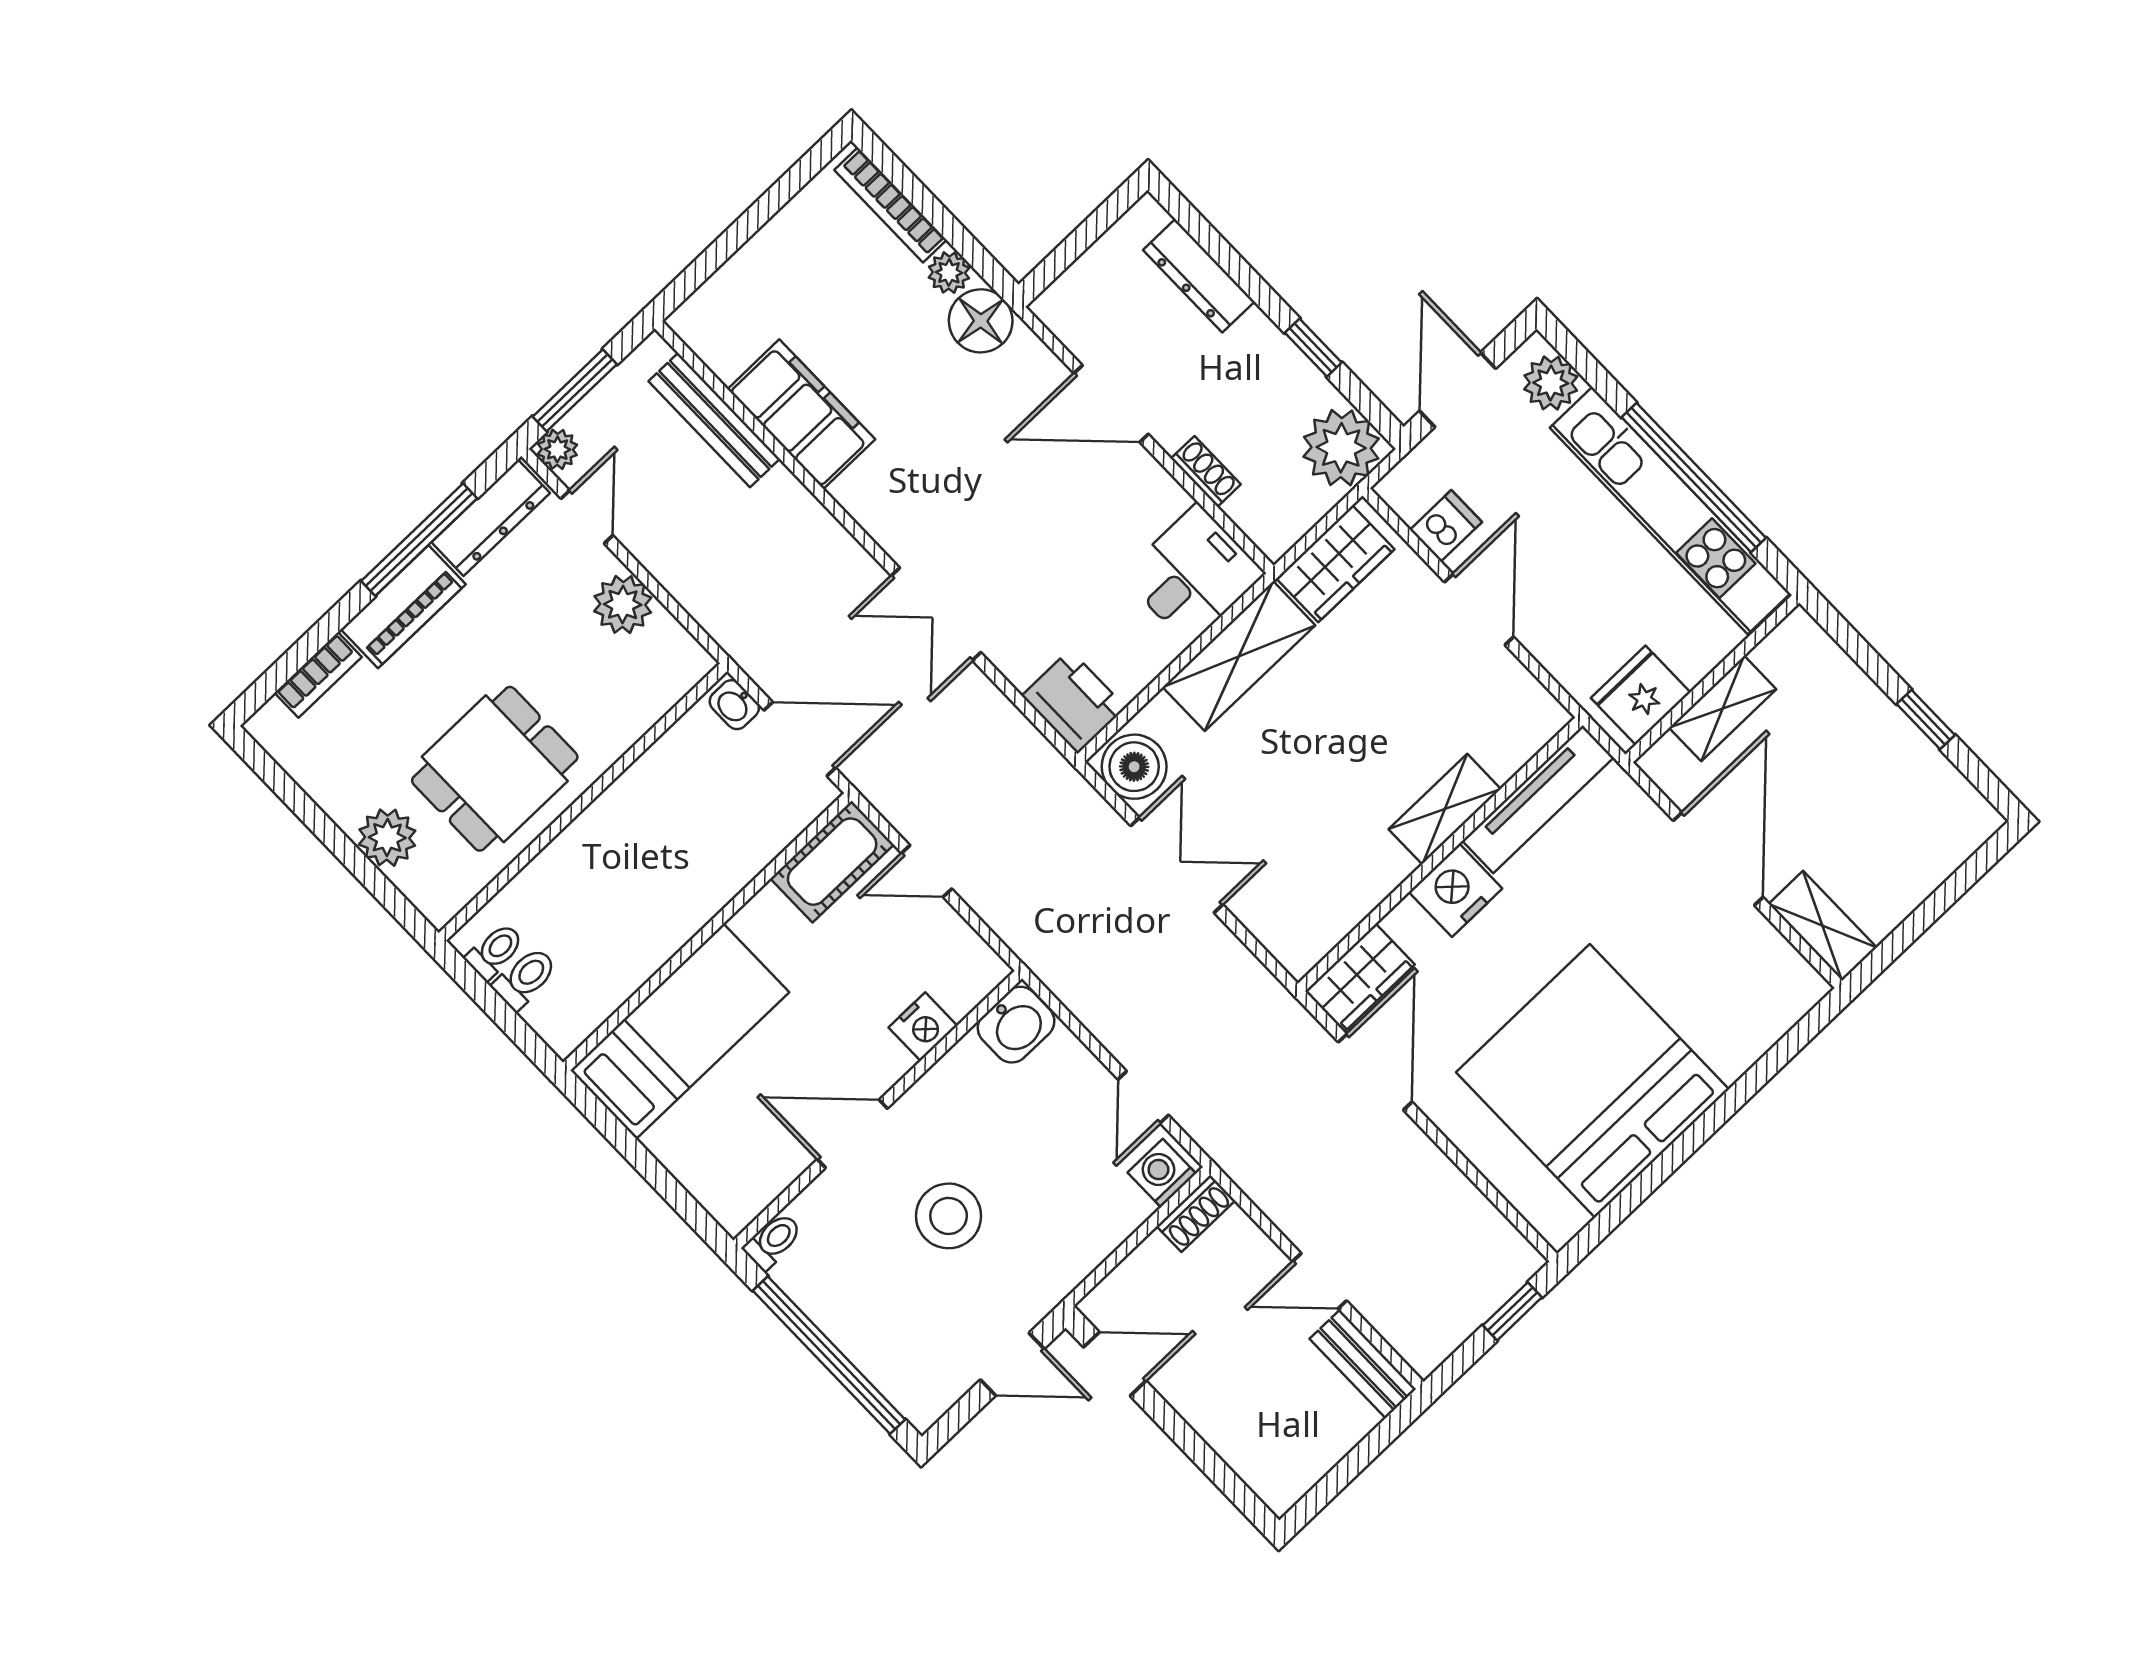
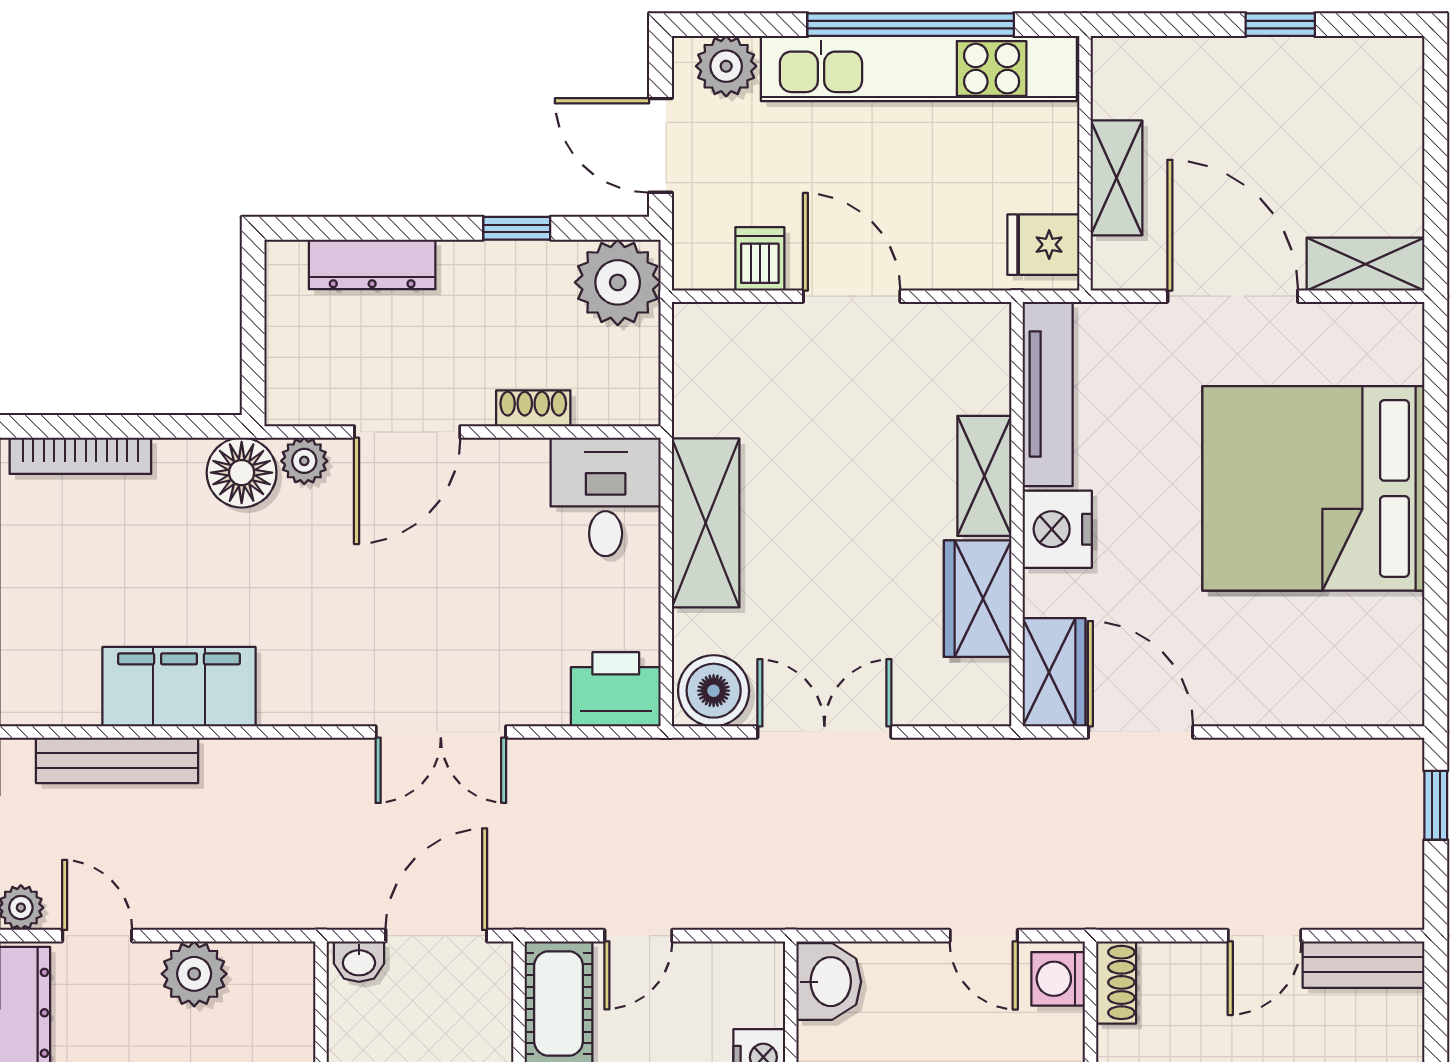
plant: (949, 273) -> (304, 461), moved
wardrobe: (1335, 564) -> (978, 599), moved, turned 180
fridge: (1641, 695) -> (1043, 245), width x0.72
bed: (1592, 1081) -> (1313, 488), moved

